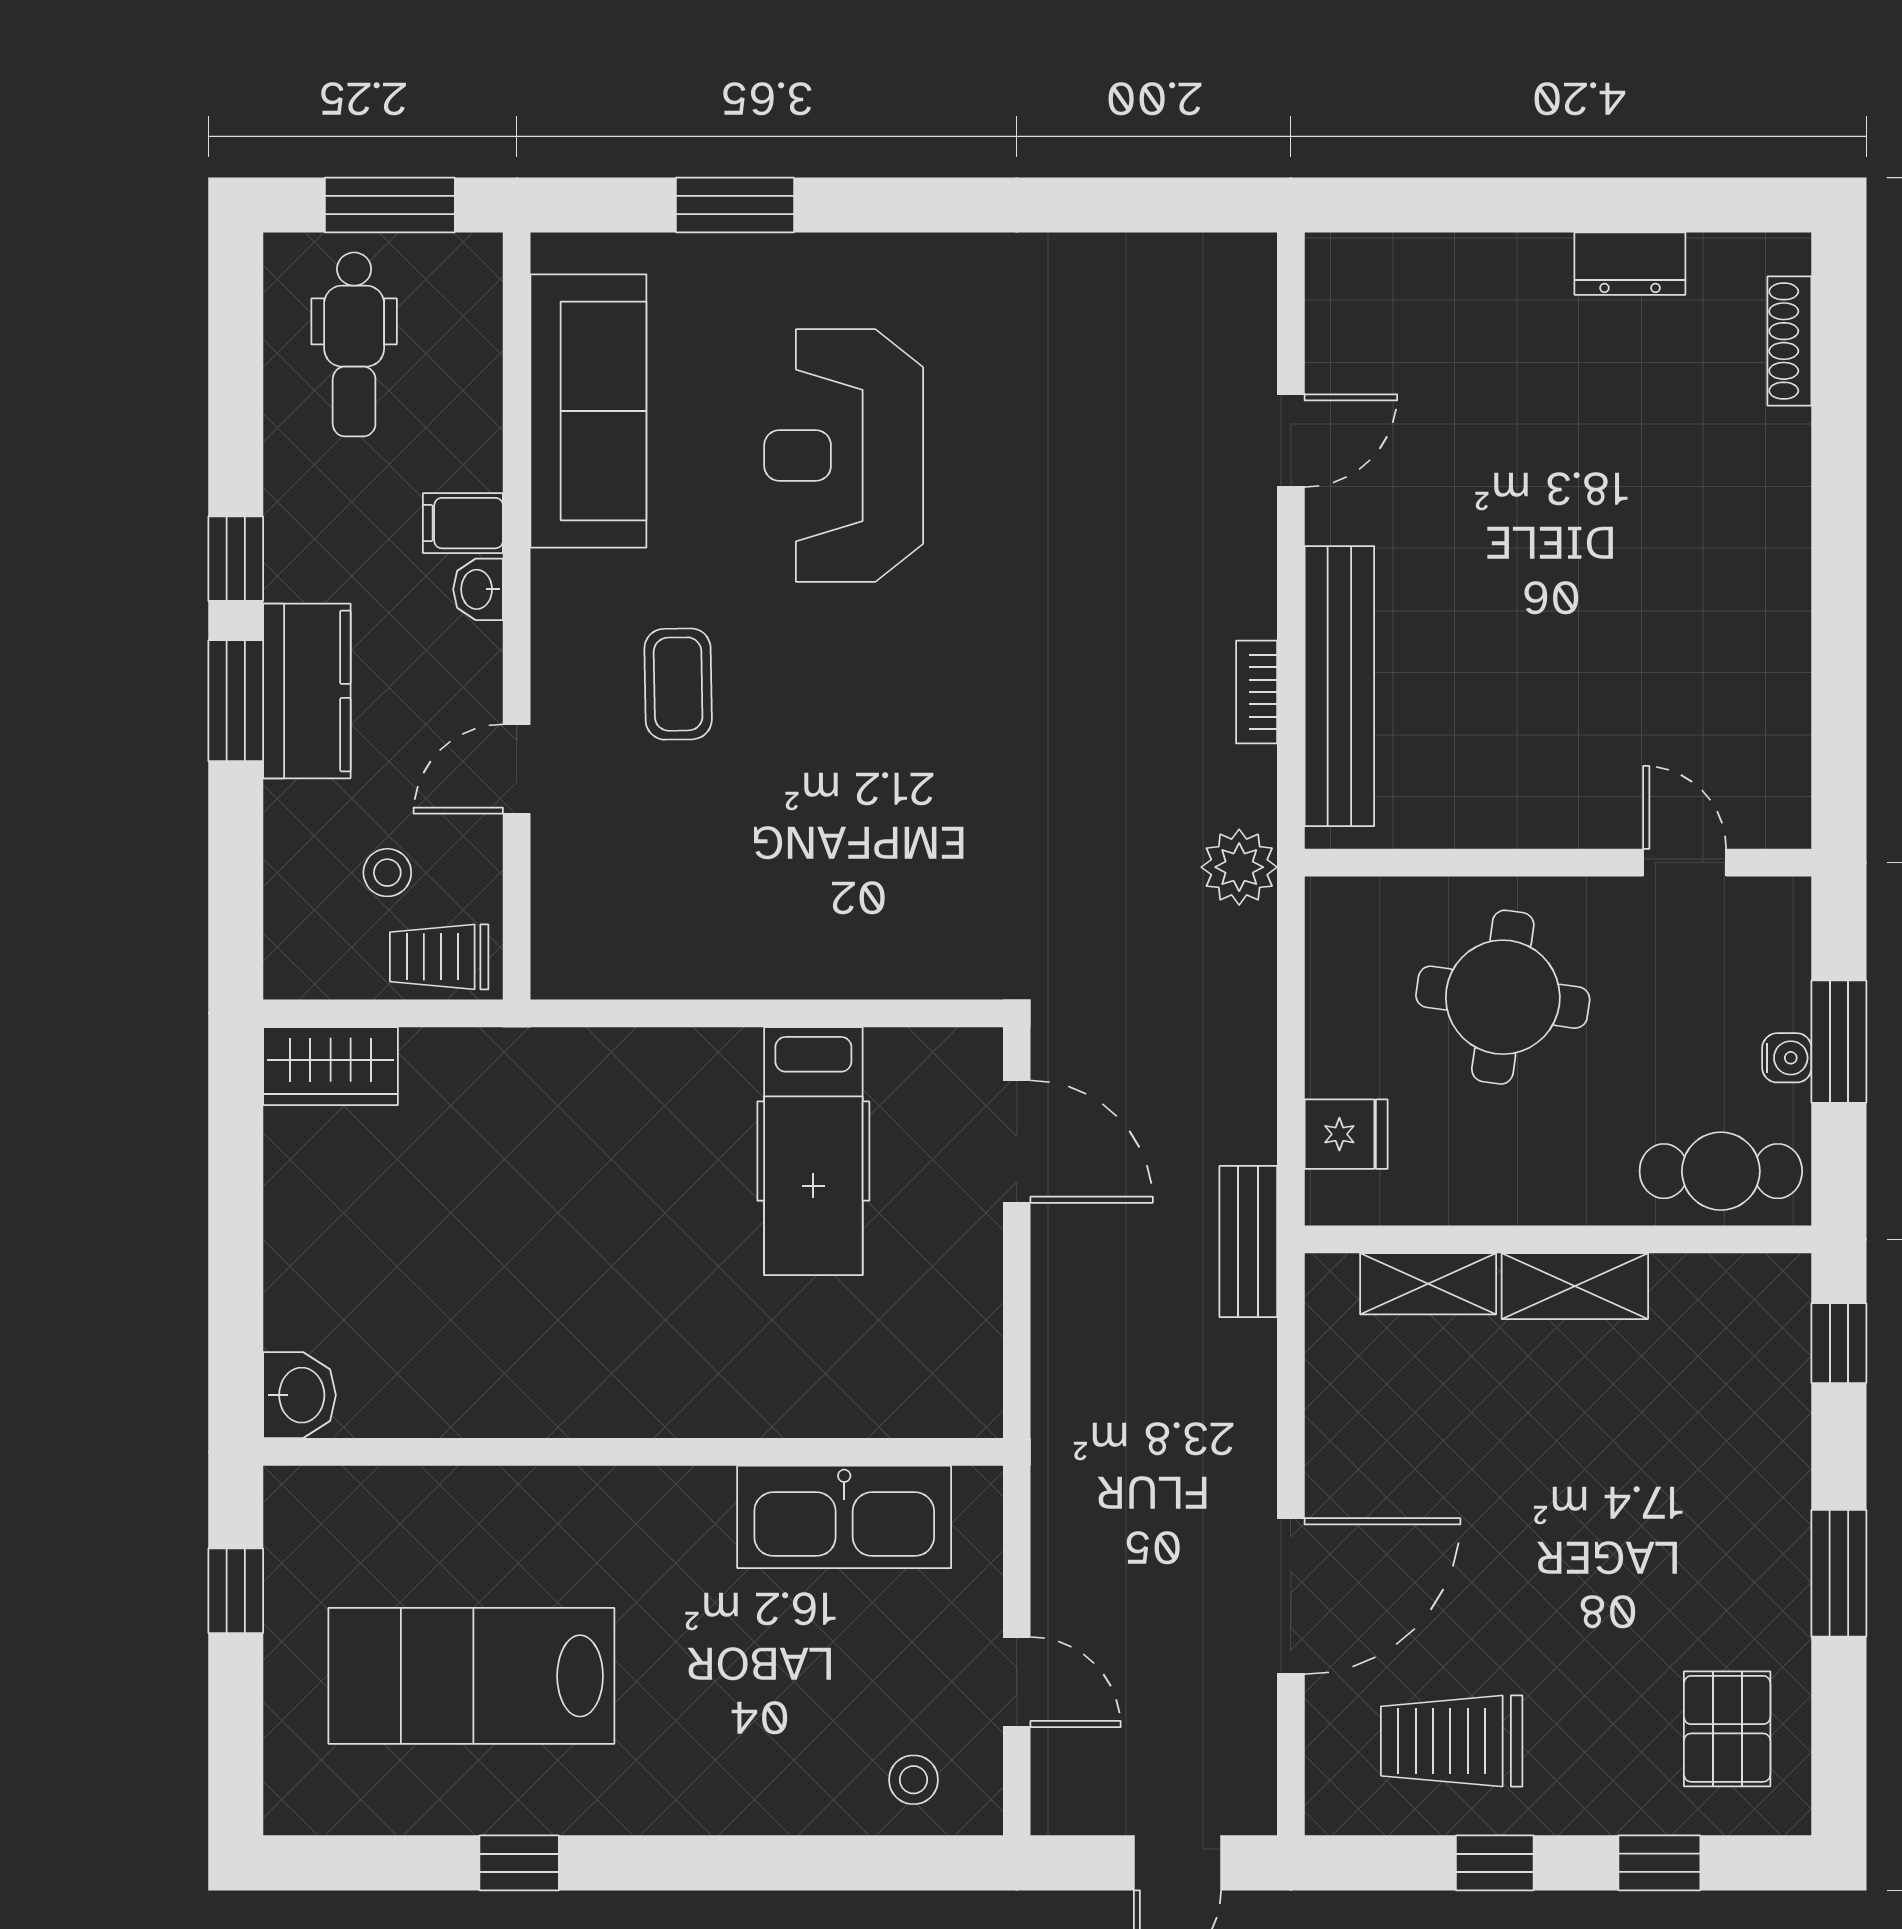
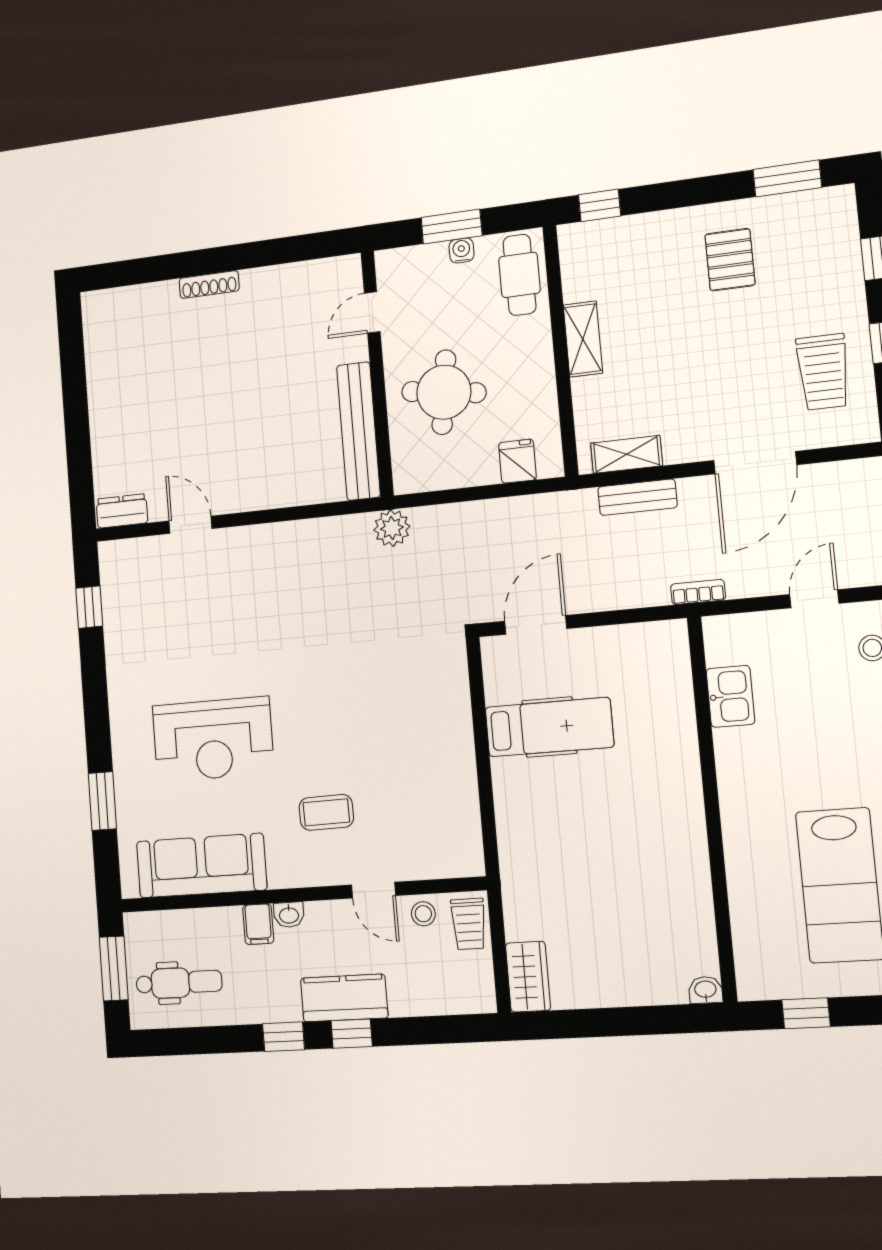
window: (1141, 205) -> (89, 607), added
dresser: (1630, 264) -> (122, 511), moved, turned -90
shoe rack: (1789, 341) -> (209, 285), moved
bench: (1339, 686) -> (358, 431), moved, turned 90
bookcase: (1257, 692) -> (698, 592), moved, turned 180
window: (236, 701) -> (352, 1034), width x0.67
stool: (387, 873) -> (423, 914), moved
bench: (1248, 1241) -> (637, 497), moved
shelving: (1428, 1284) -> (626, 454), moved, turned 90
washbasin: (300, 1395) -> (705, 990), width x0.72, depth x0.69
kitchen sink: (844, 1517) -> (730, 696), width x0.53, depth x0.81
window: (1839, 1573) -> (787, 178), moved
door: (1291, 1596) -> (755, 463), swing flipped
pallet: (1727, 1729) -> (730, 260), moved, turned 90

